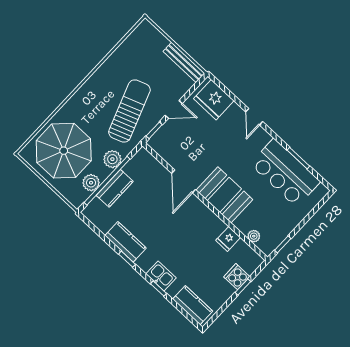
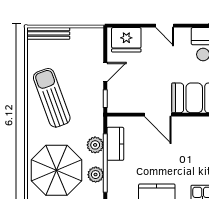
bench: (184, 62) -> (48, 33), moved
sun lounger: (129, 111) -> (52, 98), moved
kitchen counter: (115, 188) -> (115, 144), moved

